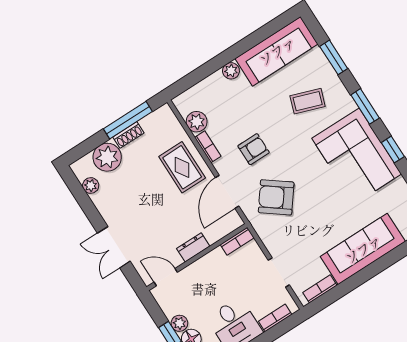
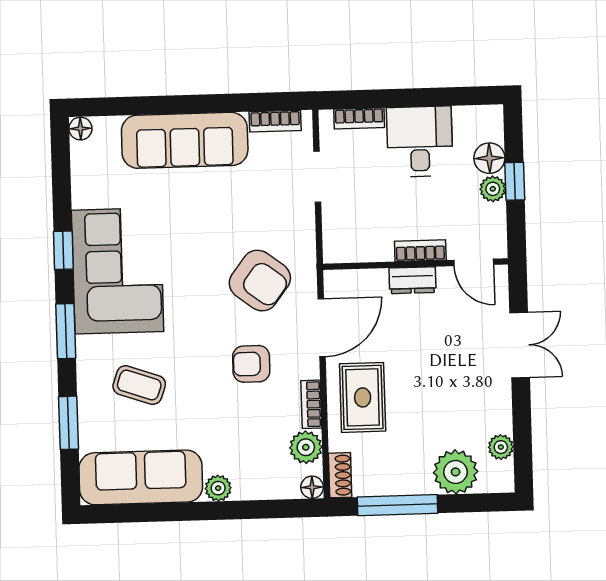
floor lamp: (180, 102) -> (312, 487), added
shoe rack: (128, 135) -> (340, 475), moved, turned 90
bookcase: (237, 241) -> (420, 251), moved

